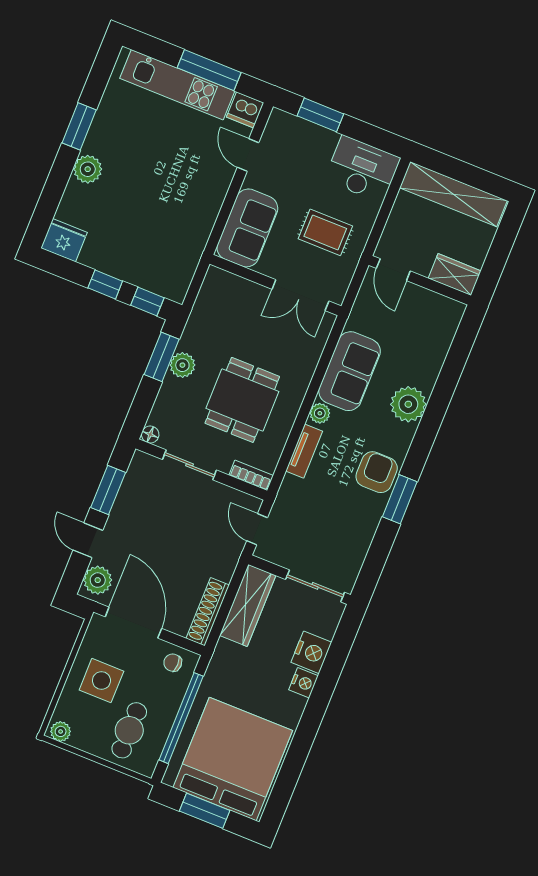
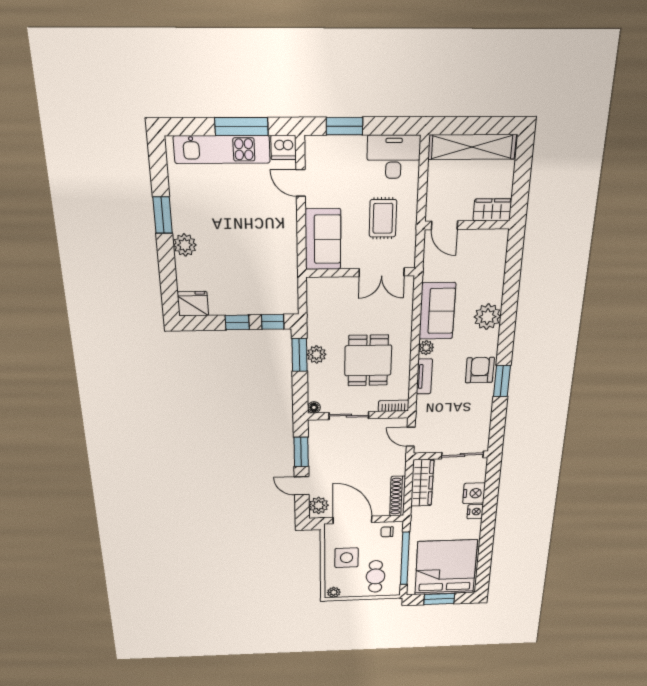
rug: (325, 232) -> (383, 218), turned 90

